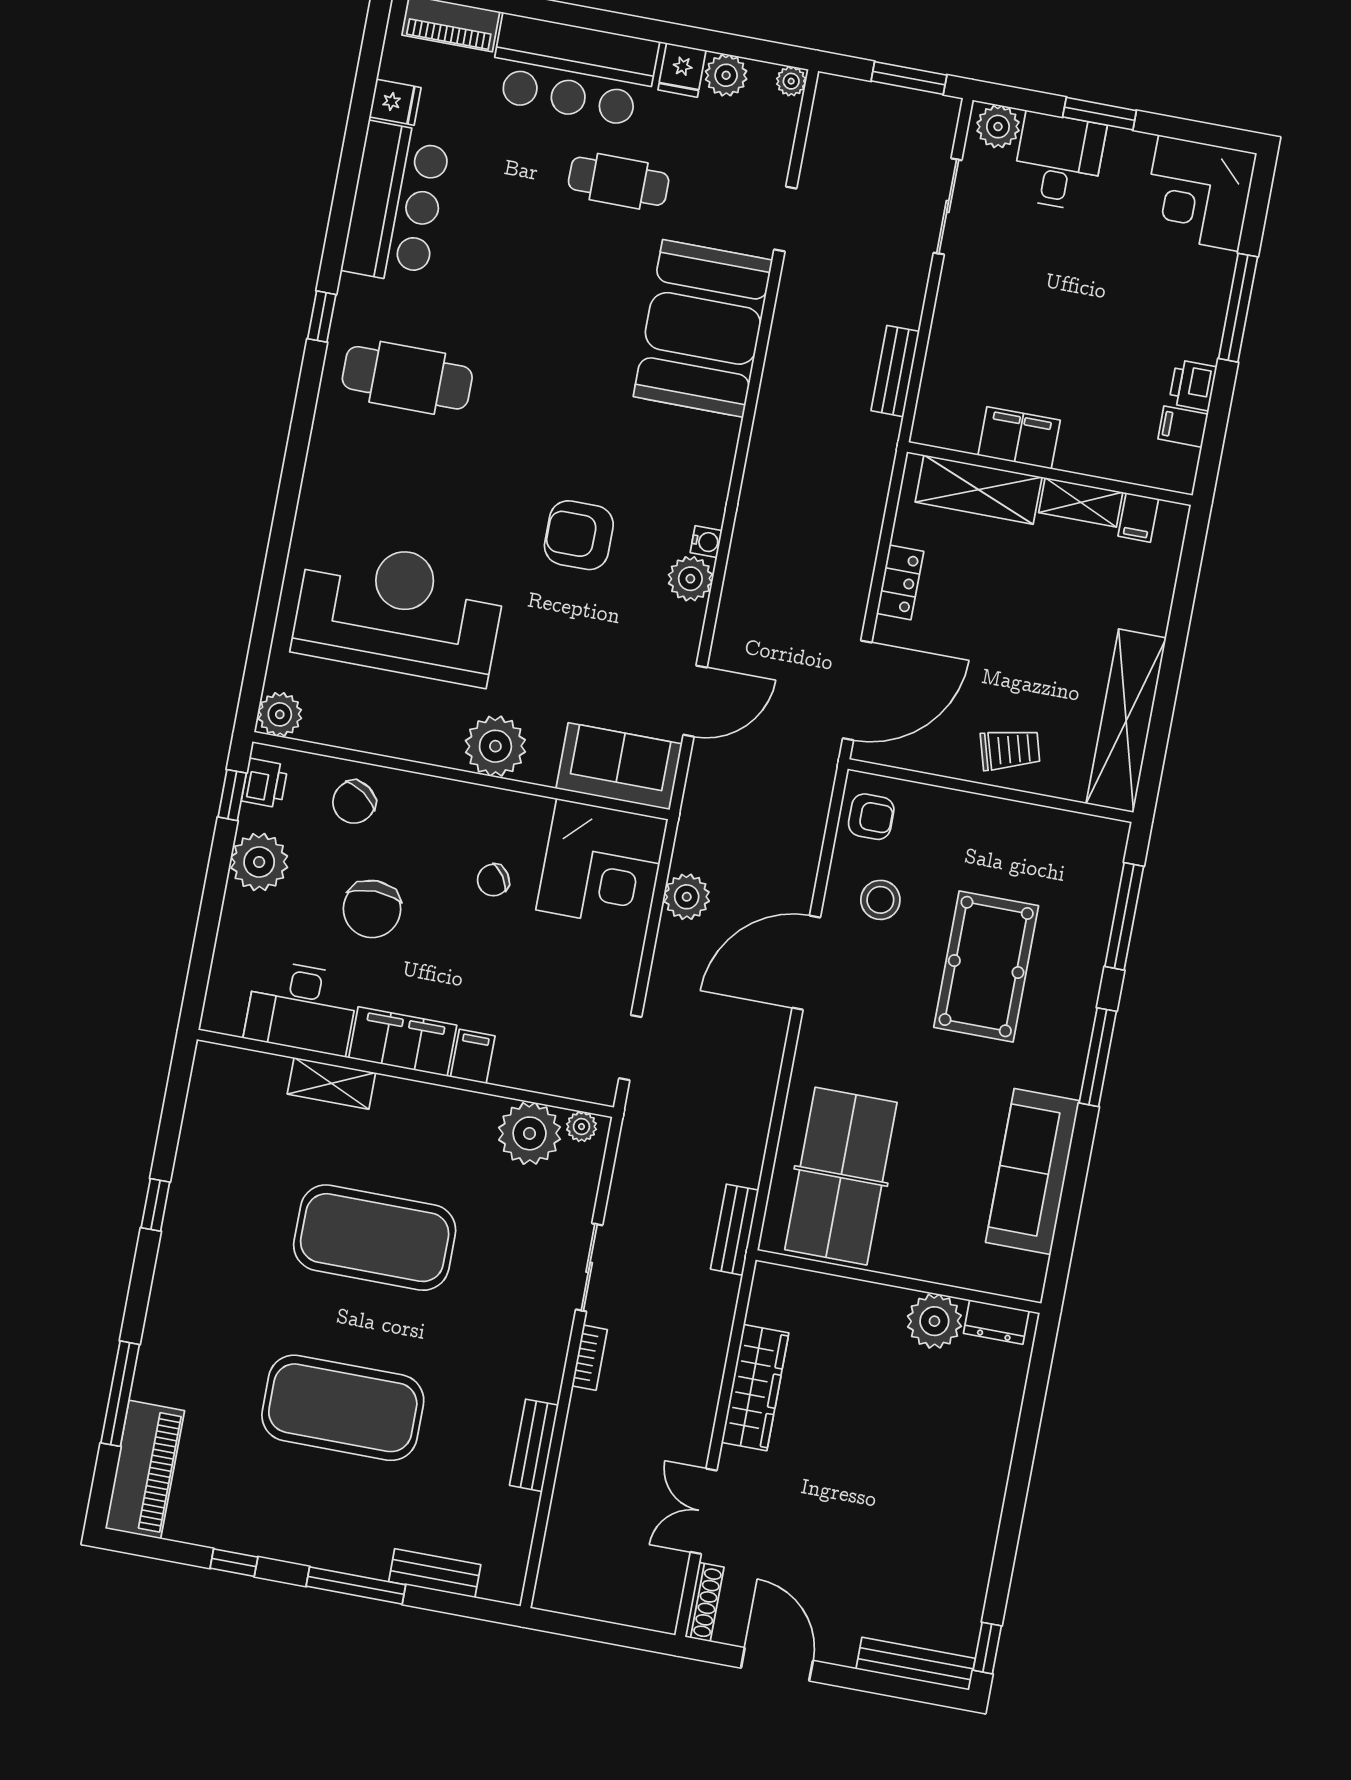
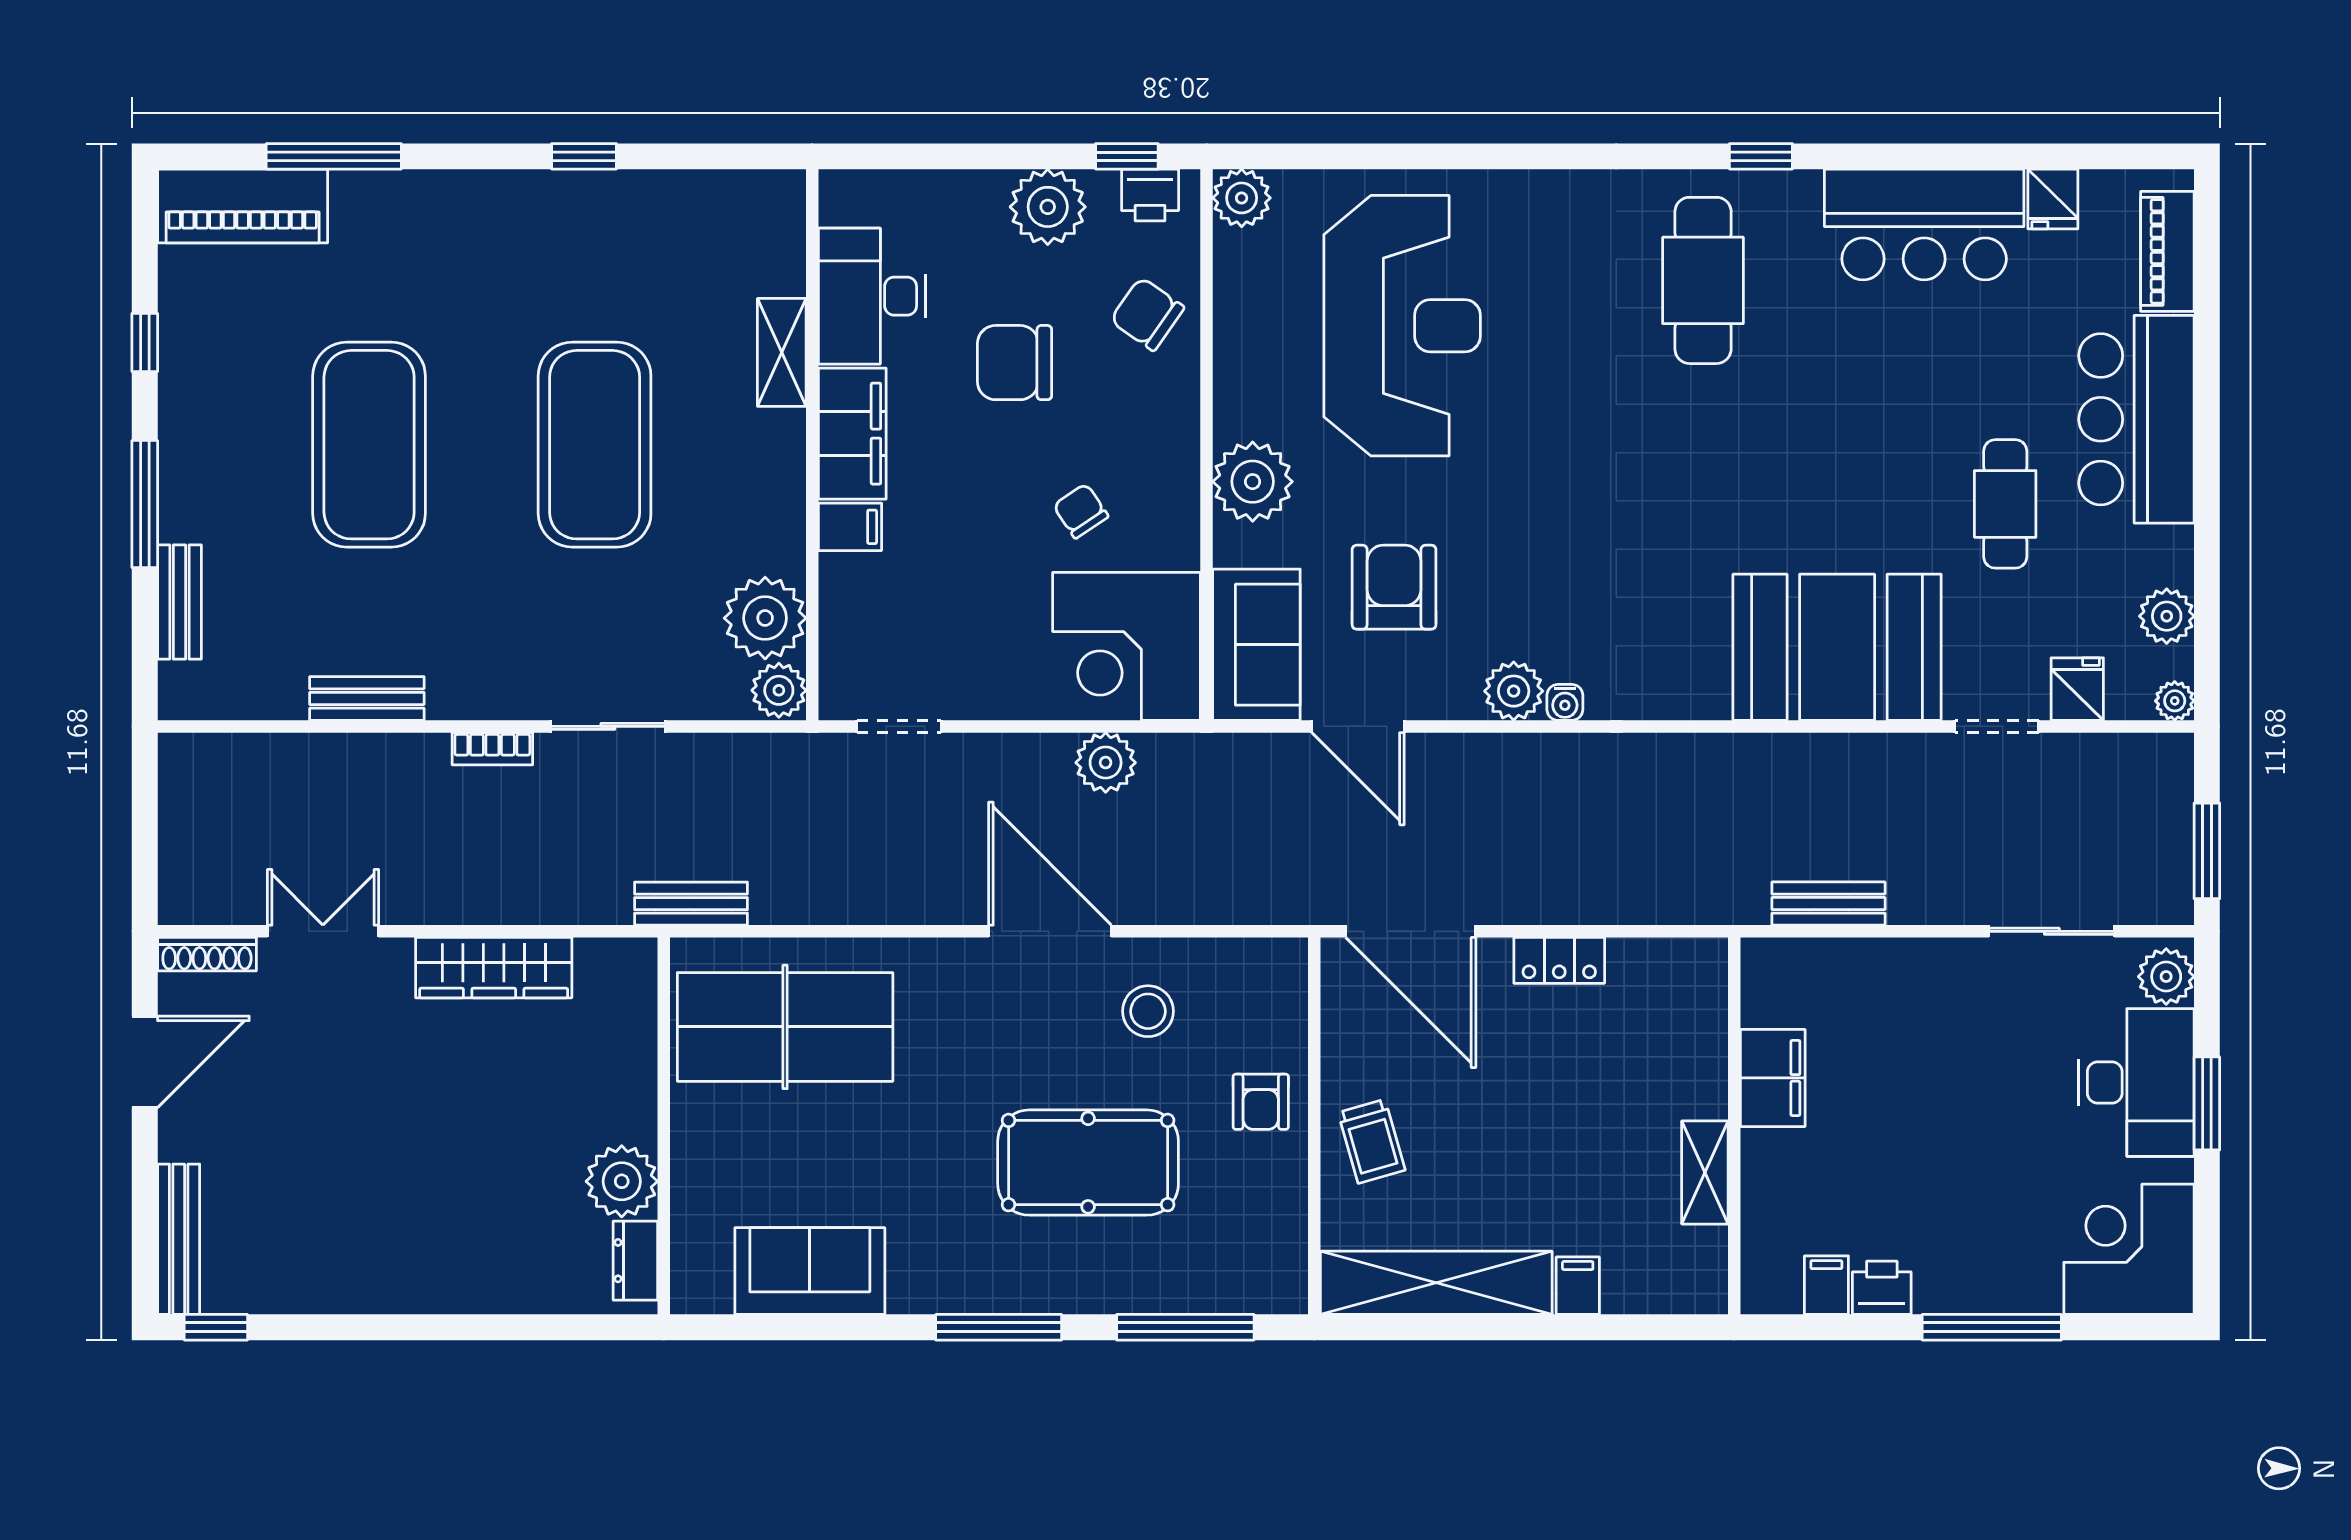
fridge: (682, 70) -> (2077, 689), moved, turned 90
desk: (1059, 161) -> (2136, 1082), width x1.37
shelving: (979, 490) -> (1697, 1039), removed
filing cabinet: (1138, 518) -> (1578, 1286), moved, turned 90
armchair: (579, 535) -> (1394, 587), moved
armchair: (871, 817) -> (1261, 1102), moved
plant: (581, 1127) -> (779, 690), width x1.38, depth x1.38
sofa: (1033, 1171) -> (810, 1271), width x0.73

